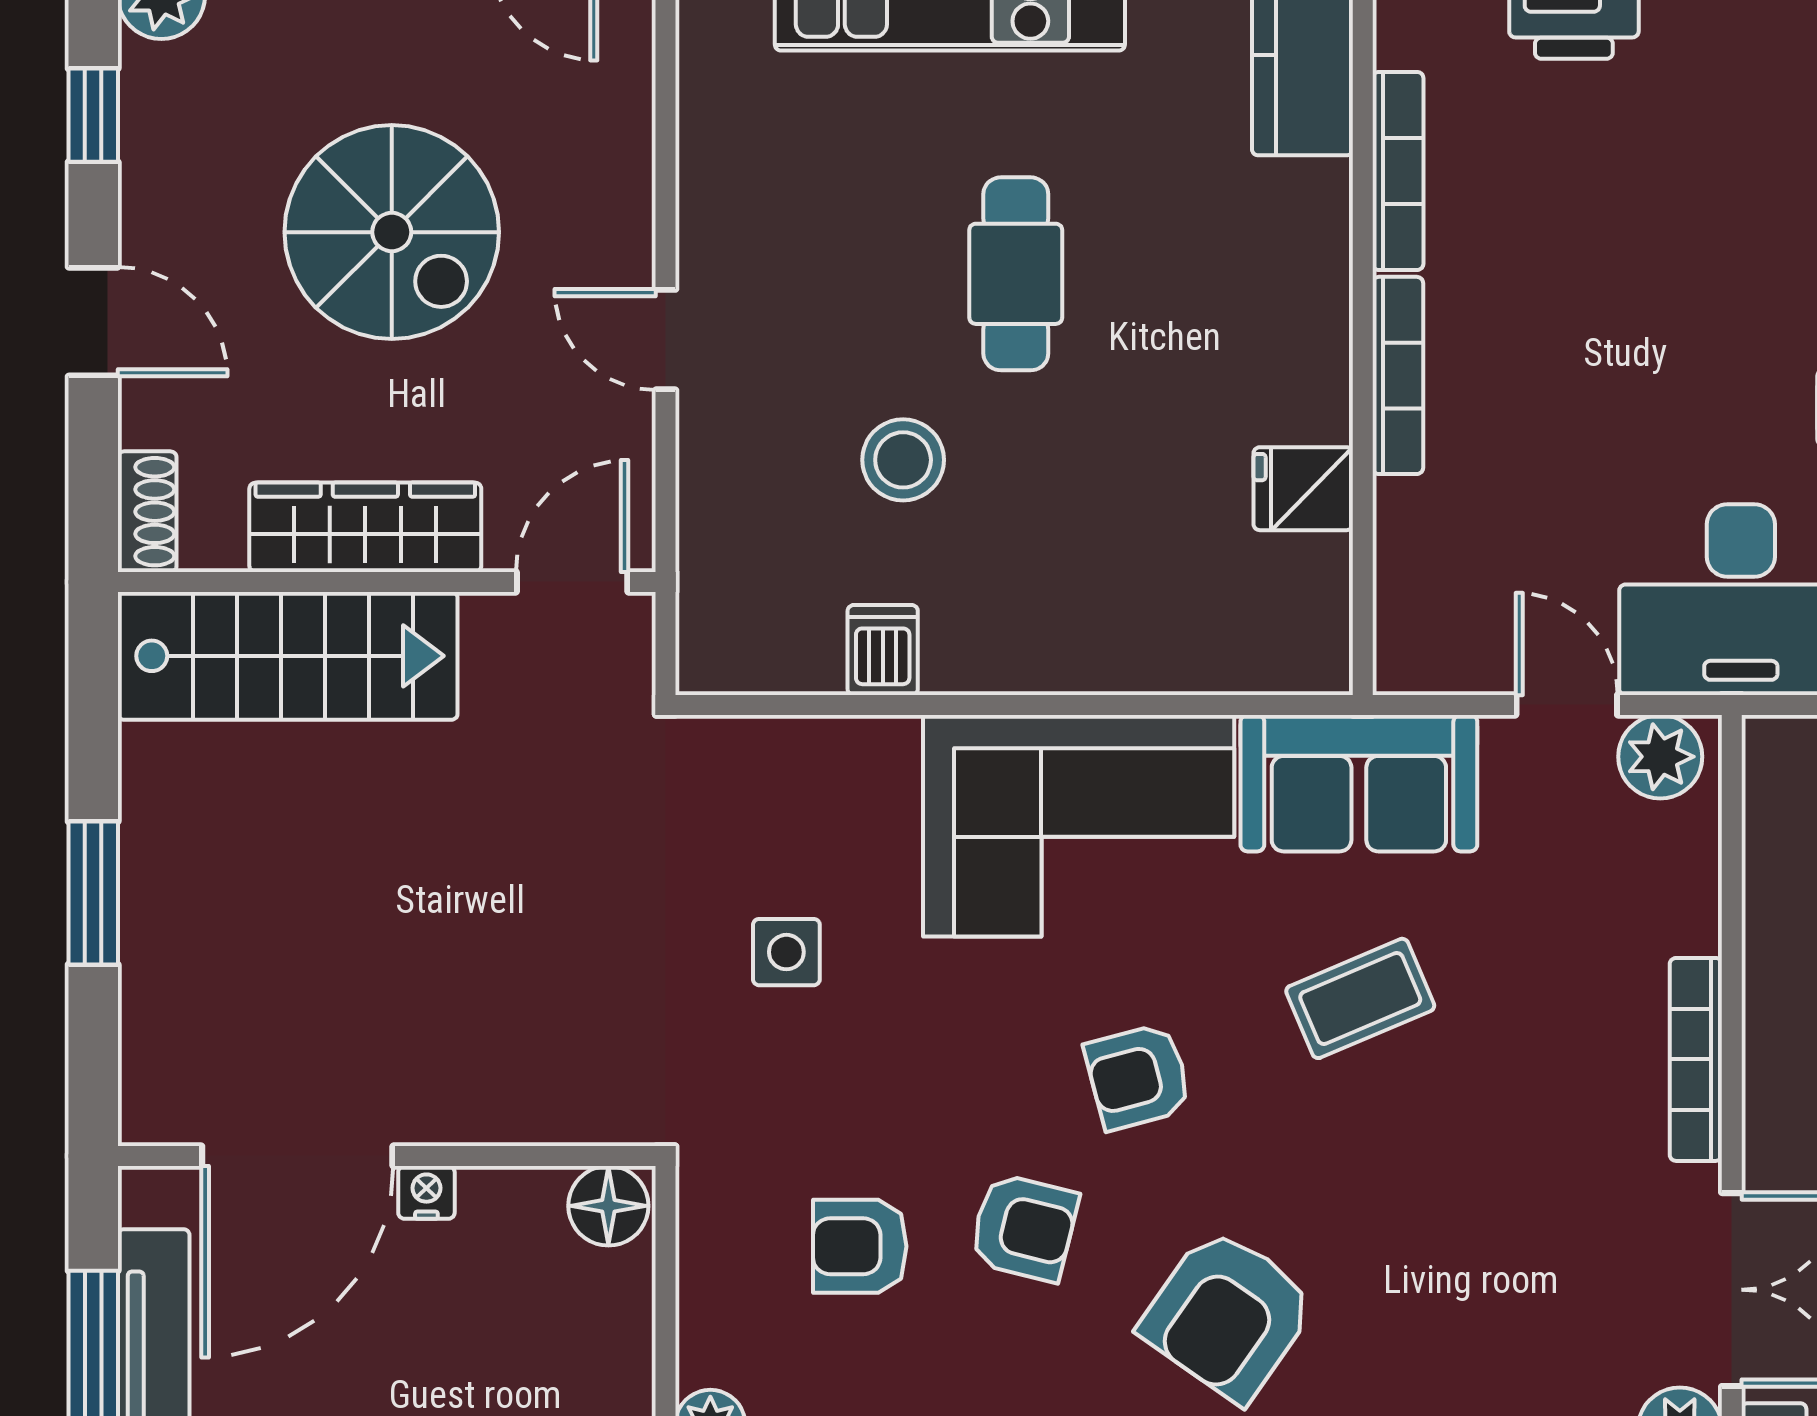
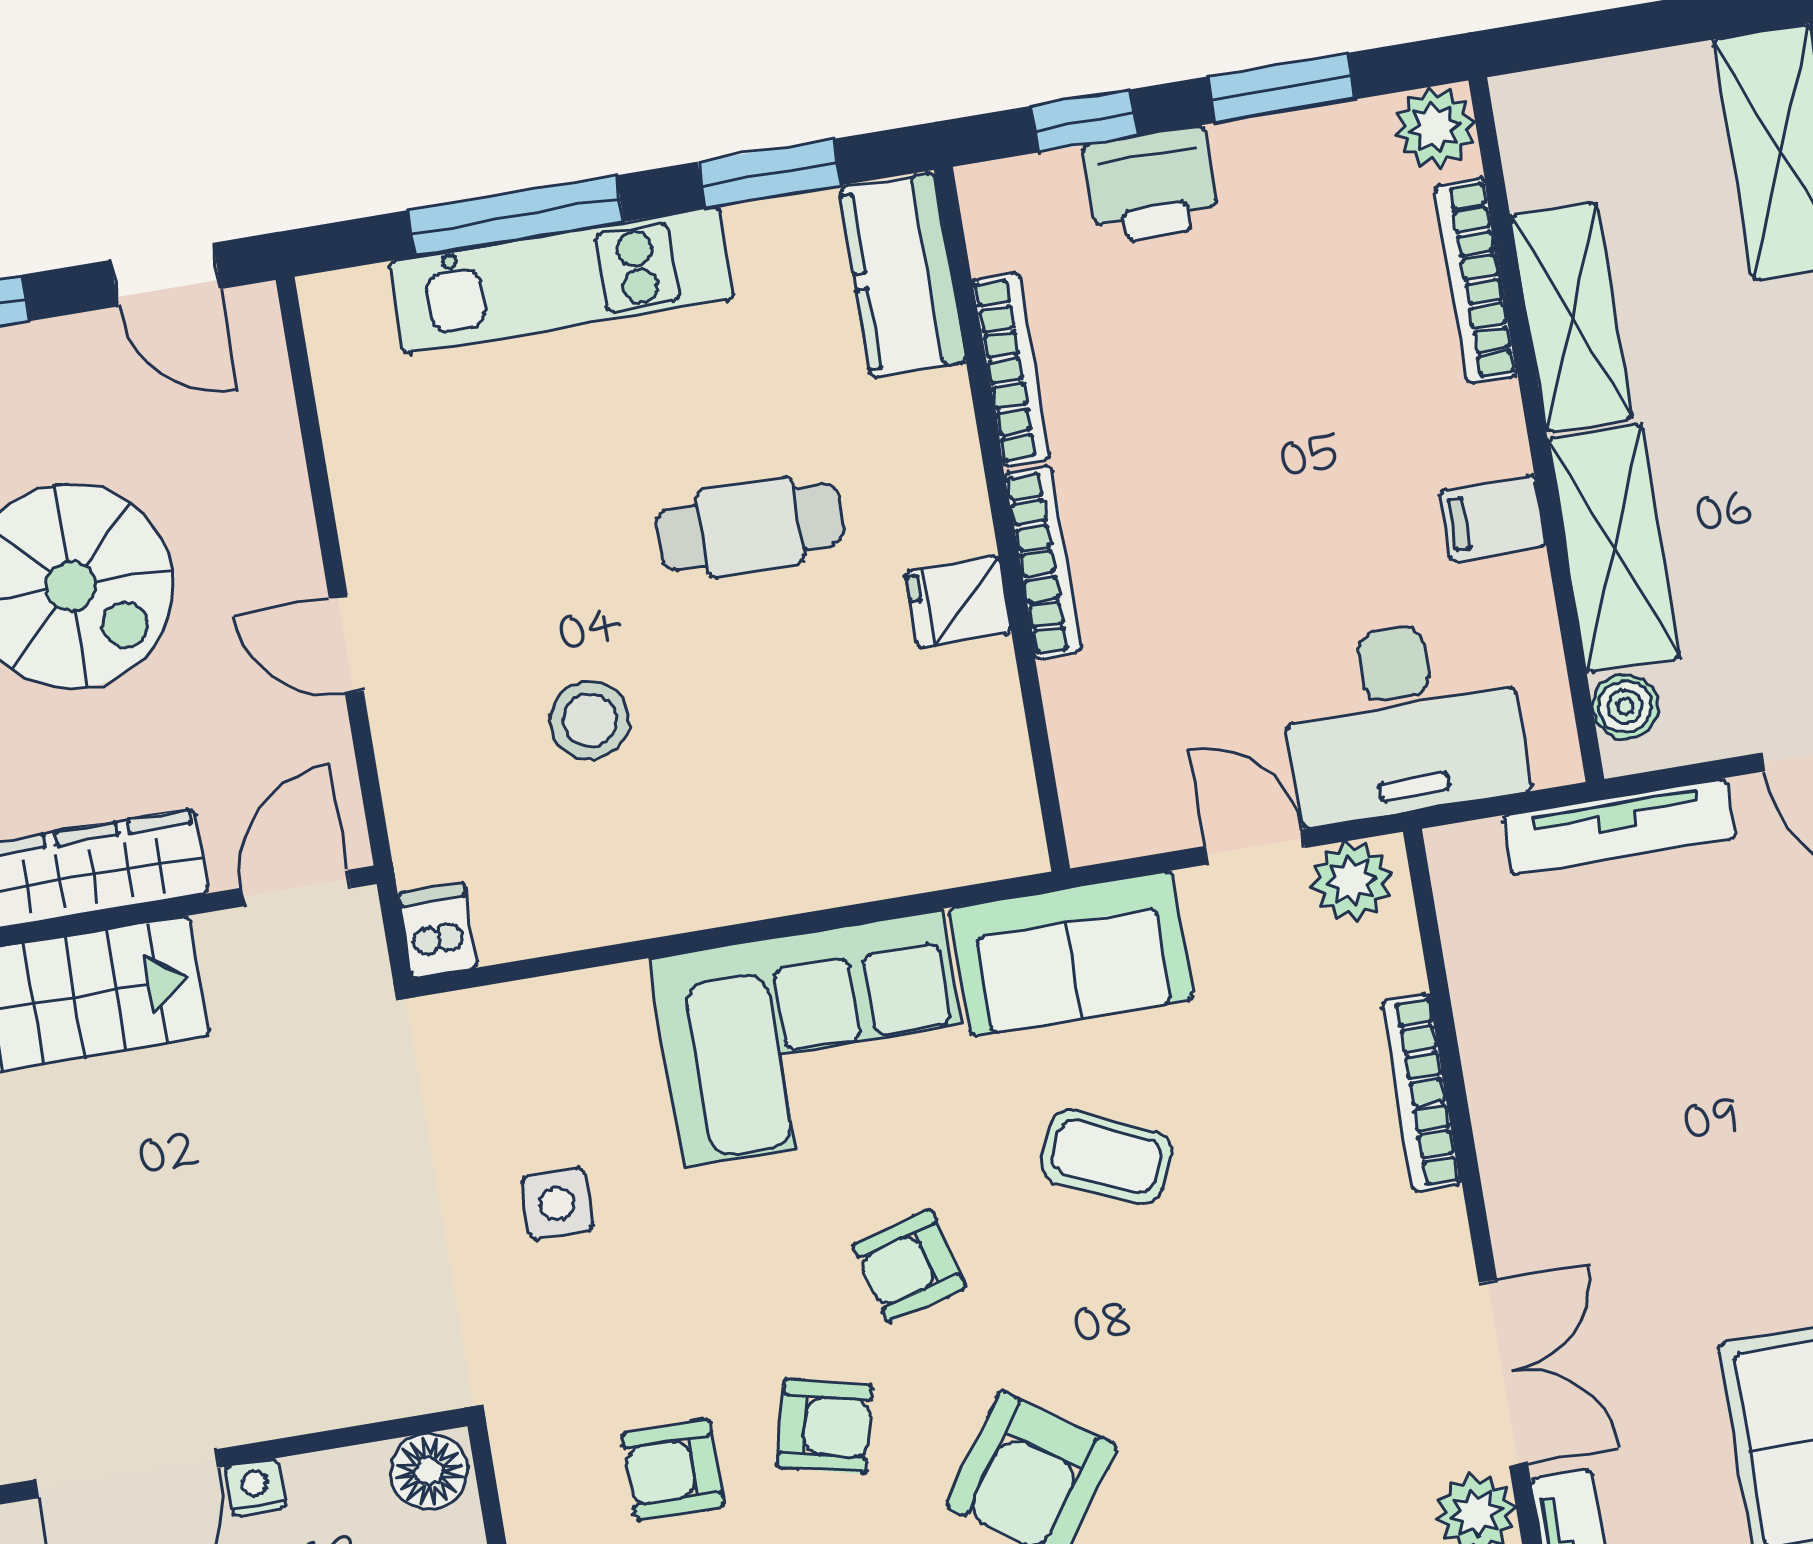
cafe table: (1016, 274) -> (750, 527), moved, turned 90
fridge: (1303, 489) -> (958, 602), moved
dishwasher: (883, 650) -> (438, 930), moved
coffee table: (1360, 998) -> (1106, 1157), turned 47
bookcase: (1696, 1059) -> (1421, 1093), moved

